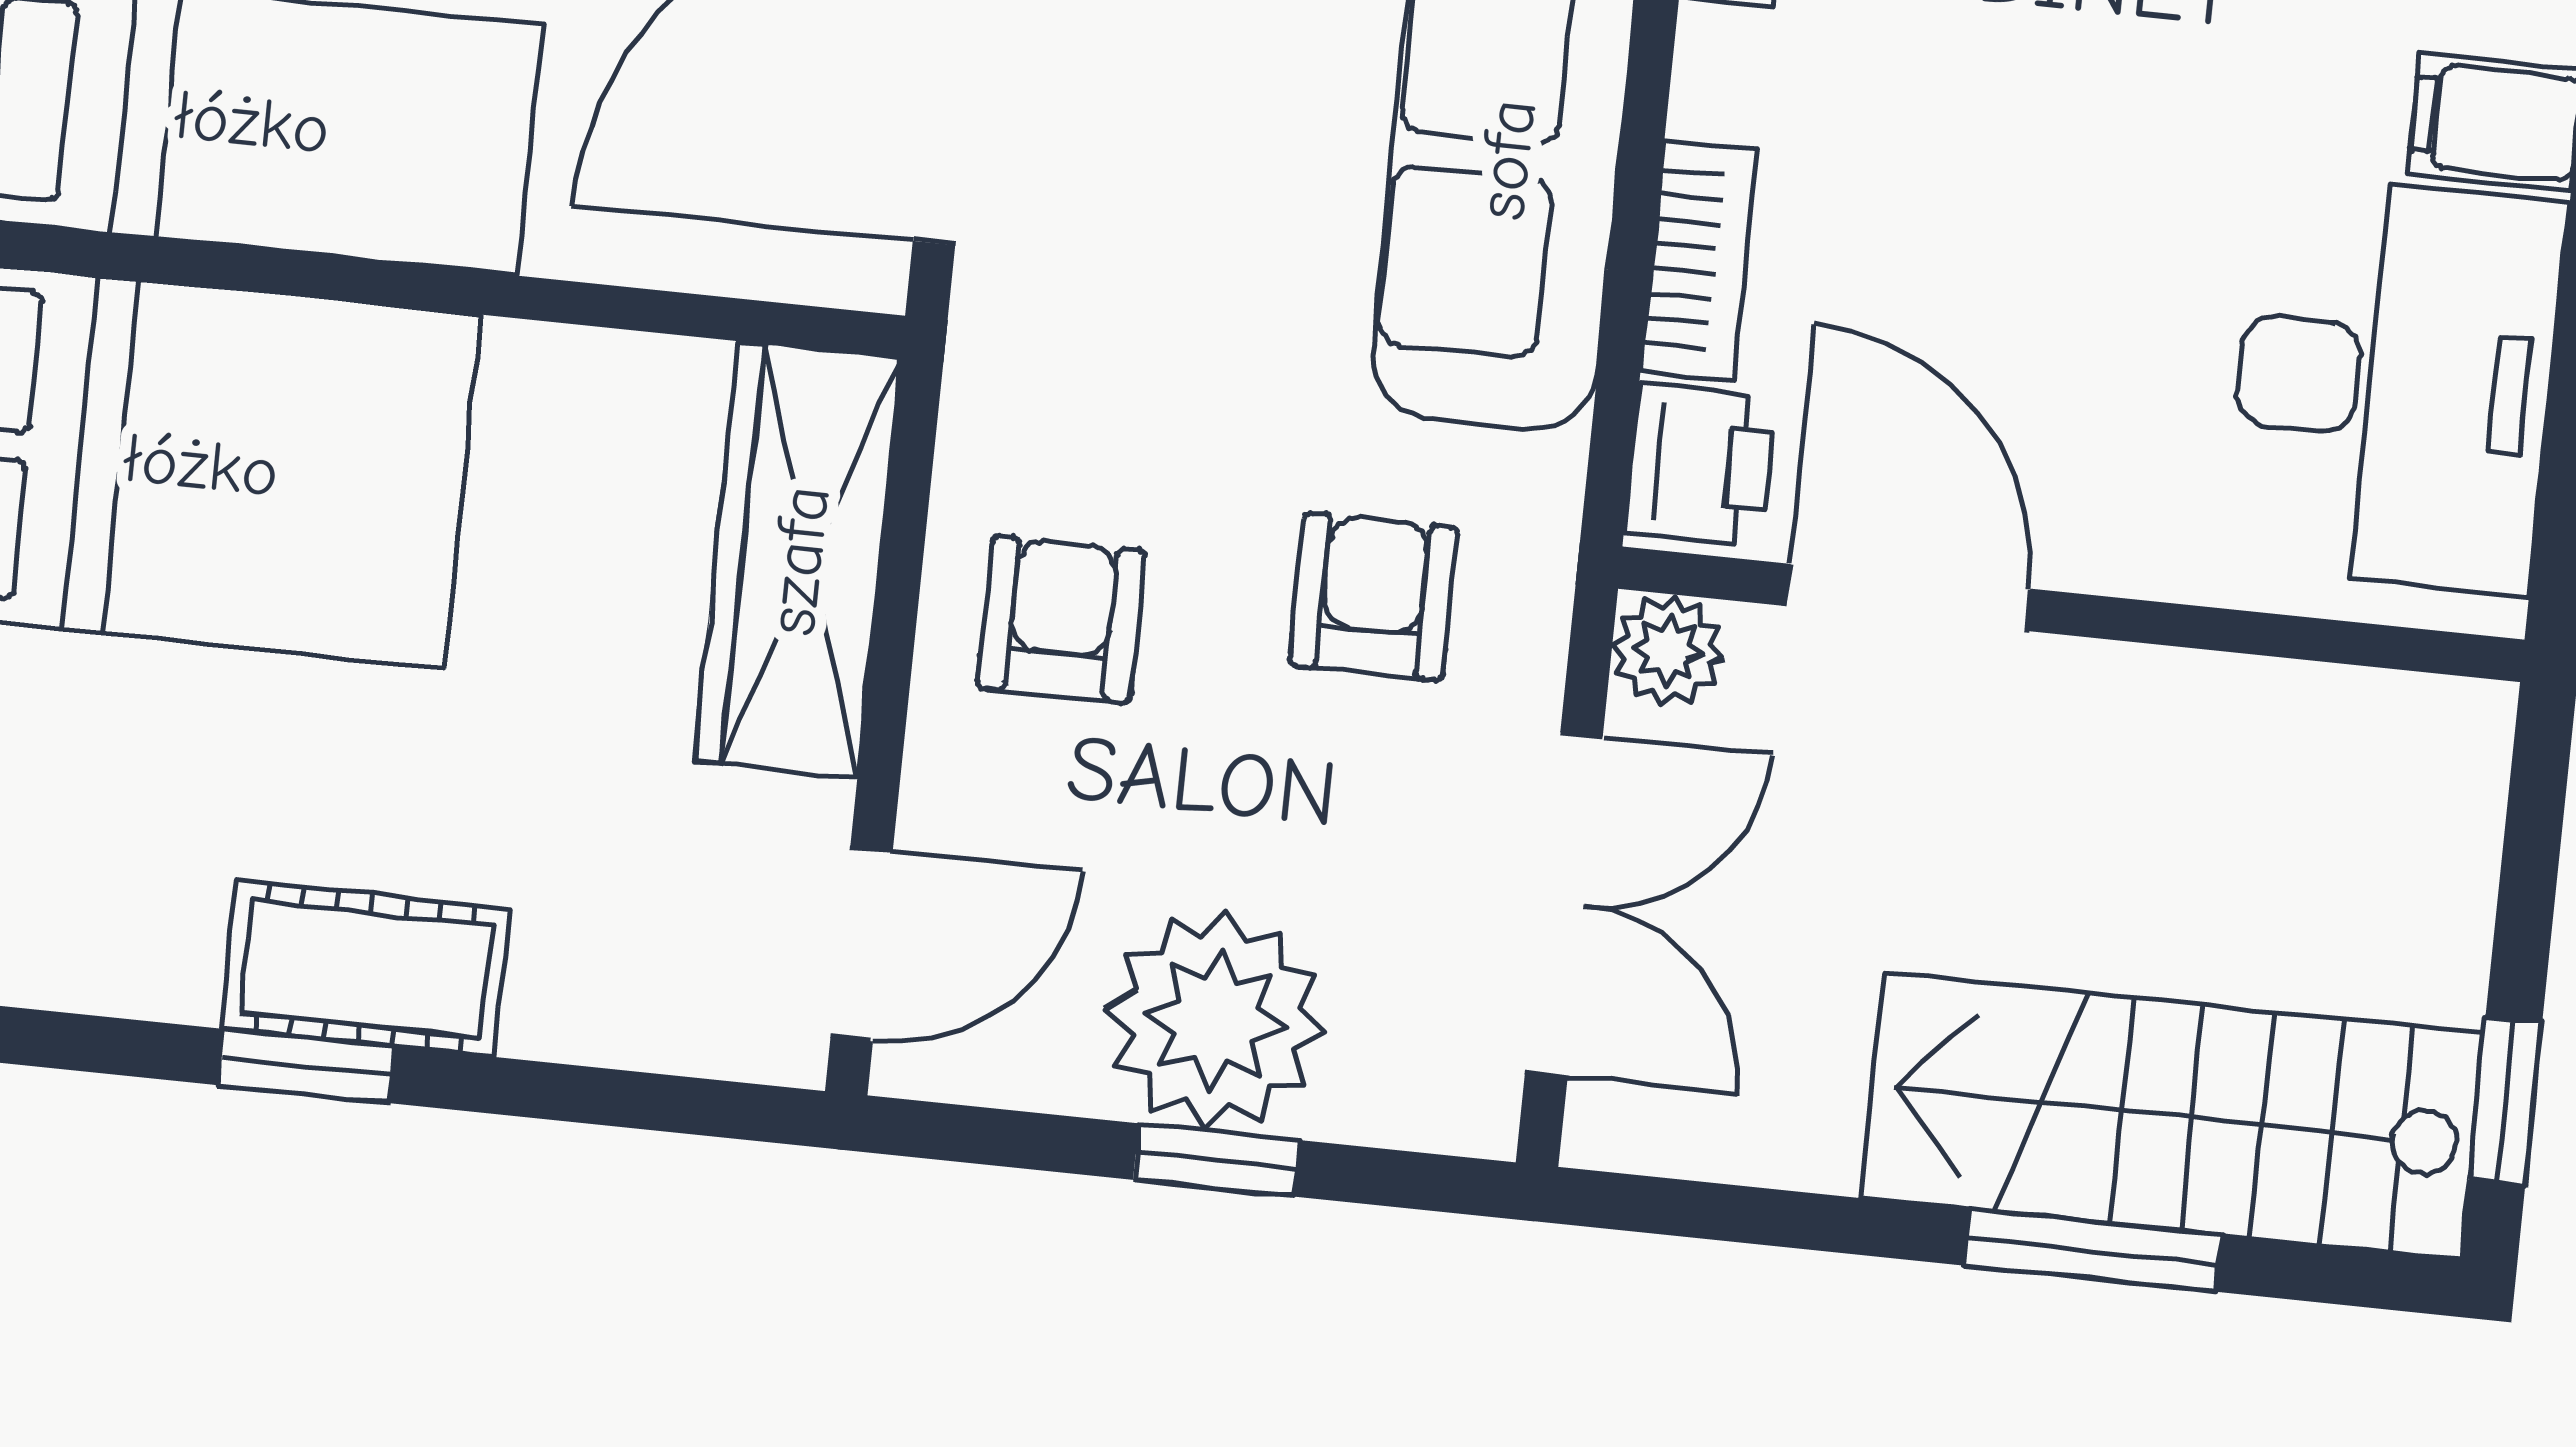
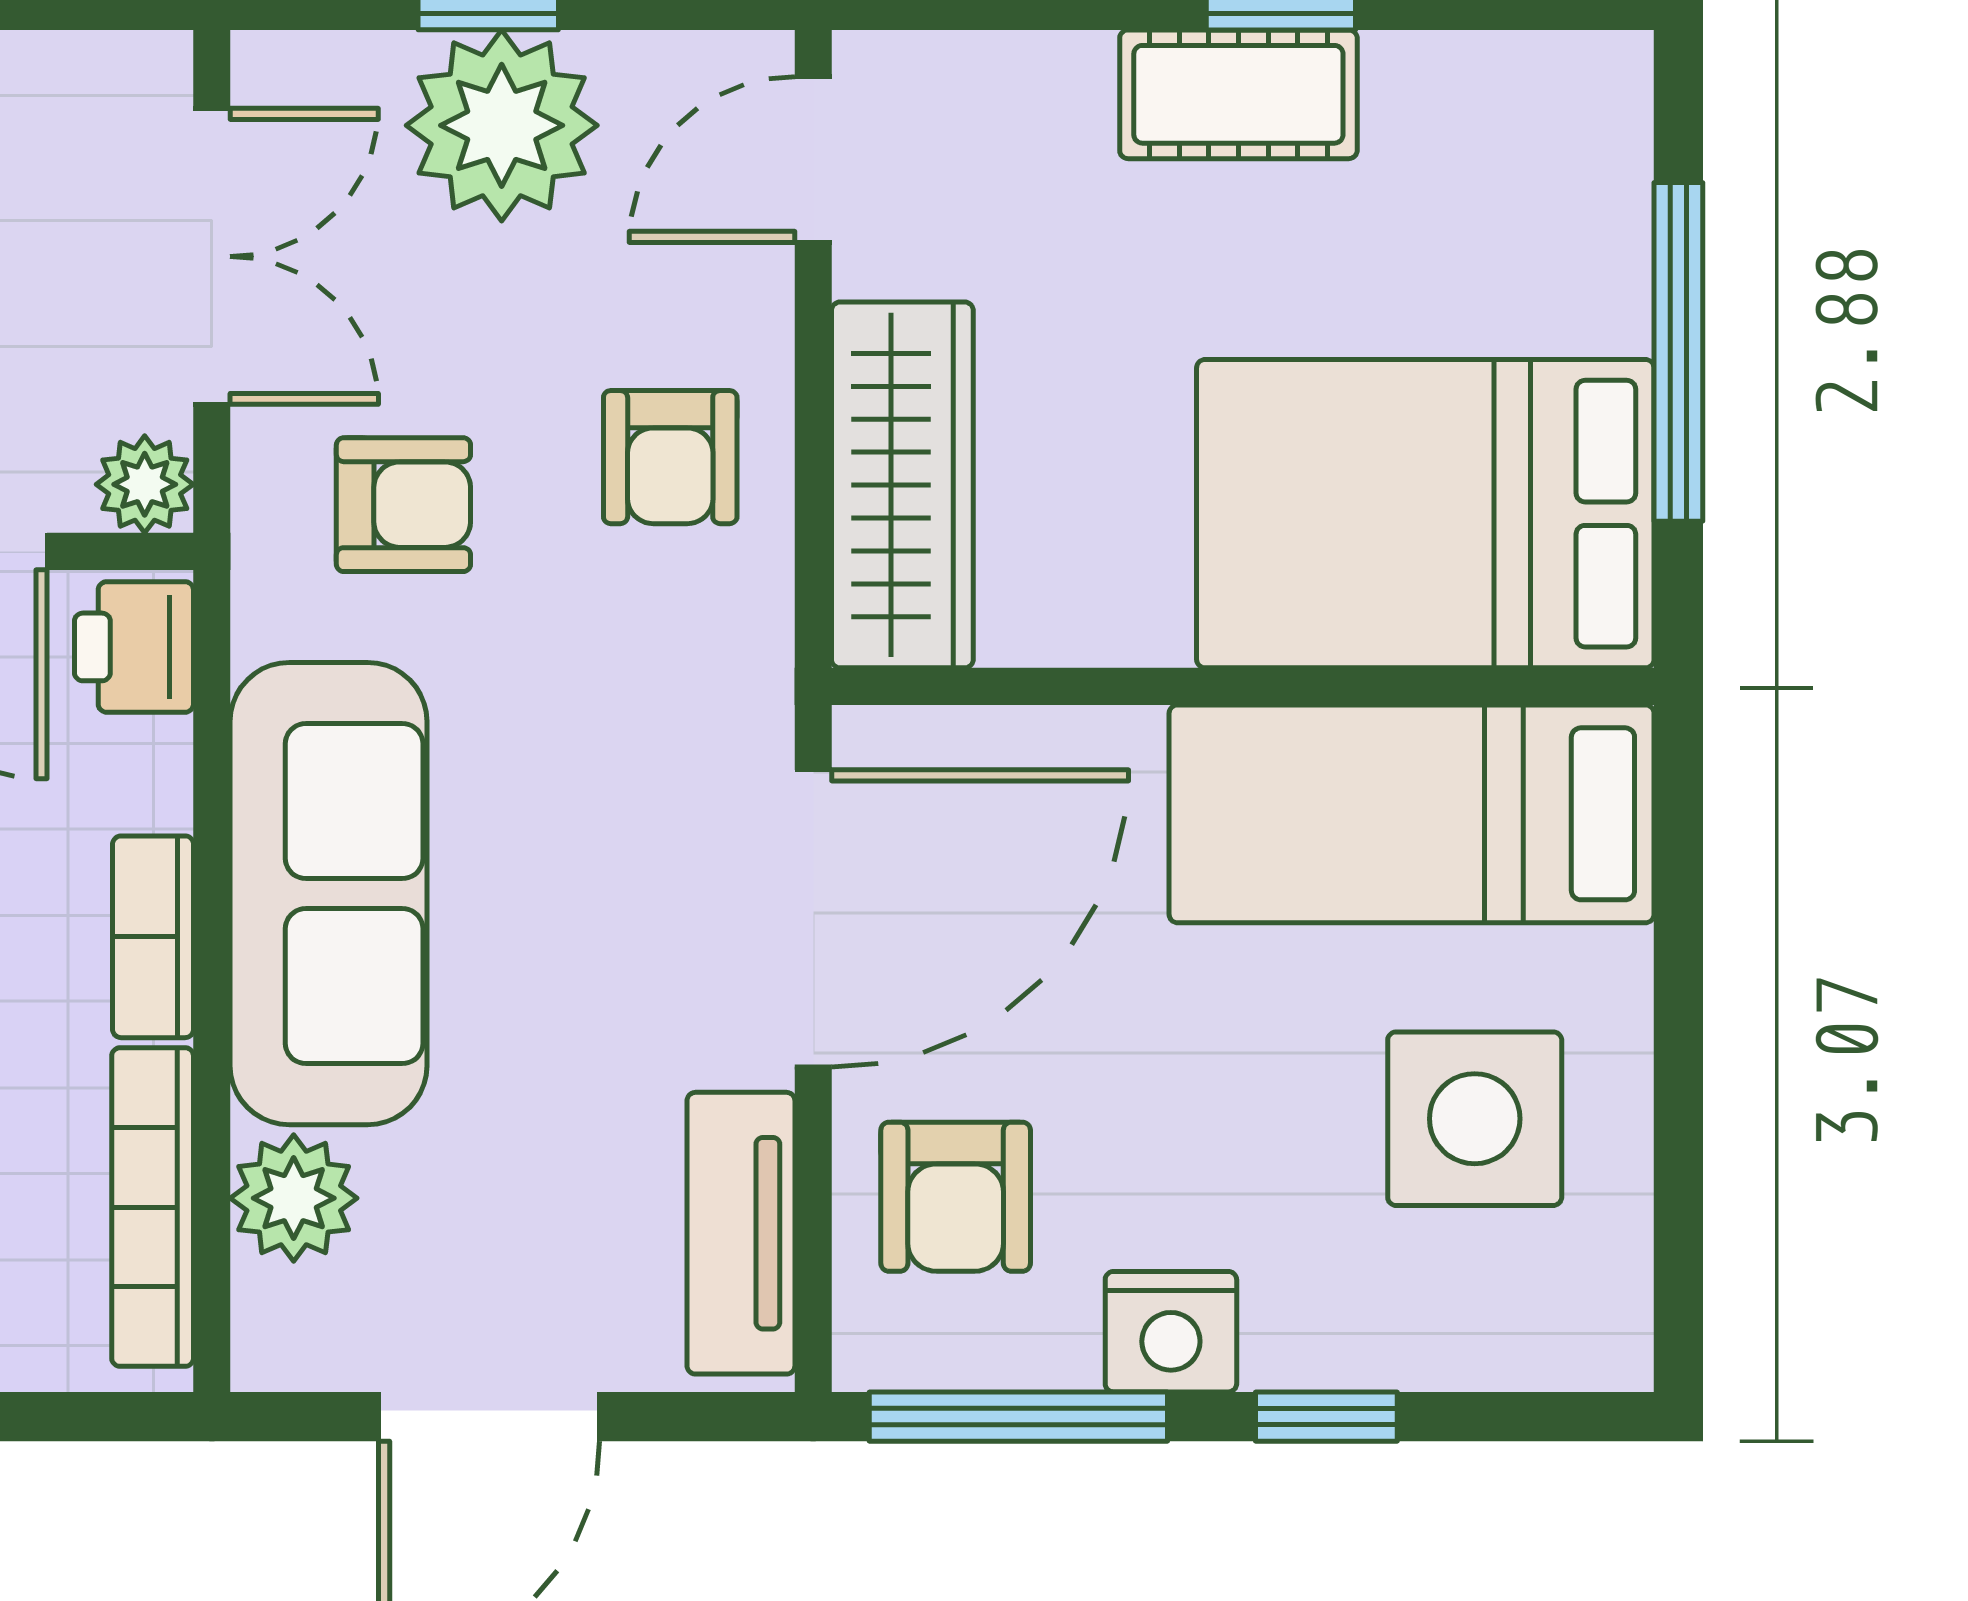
bookcase: (1699, 260) -> (153, 937), moved
armchair: (1373, 596) -> (403, 505), turned -90
double door: (1564, 904) -> (212, 256), swing flipped

